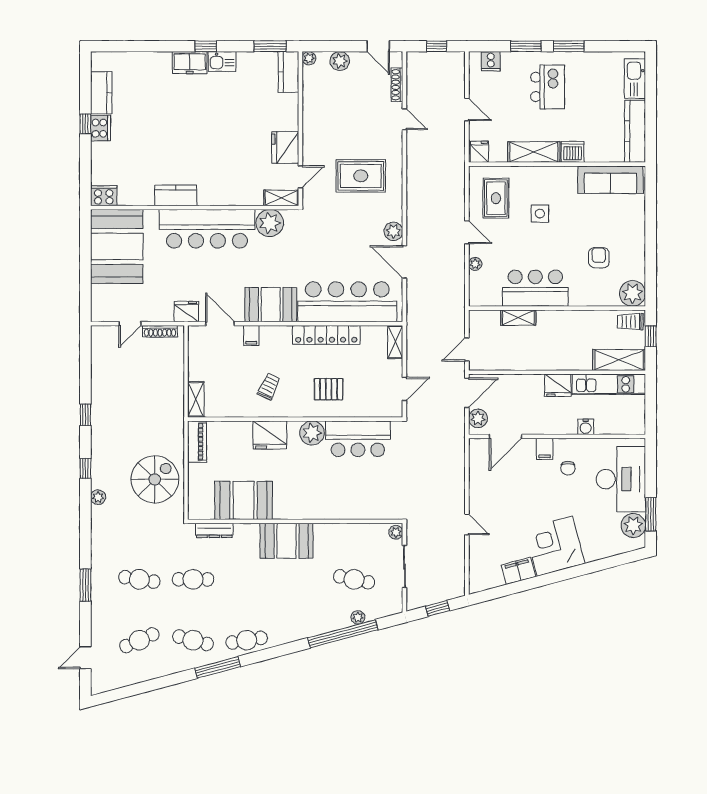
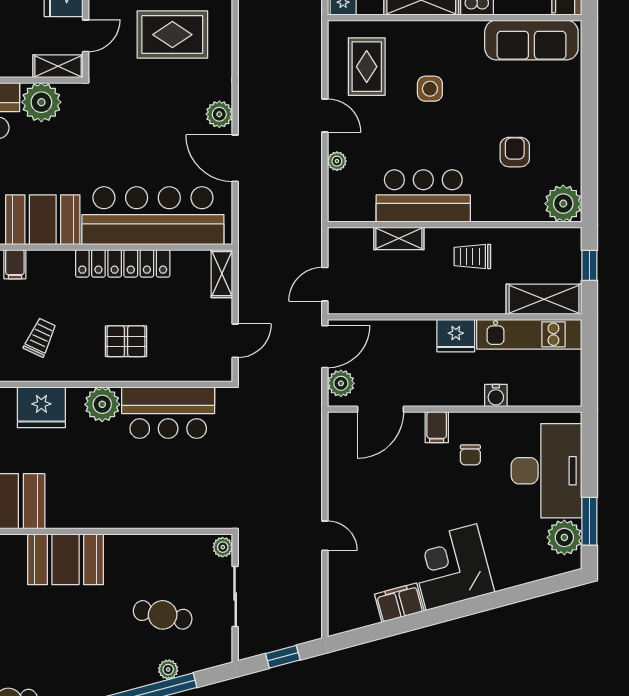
trolley: (630, 322) -> (472, 257), moved

